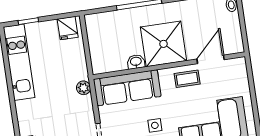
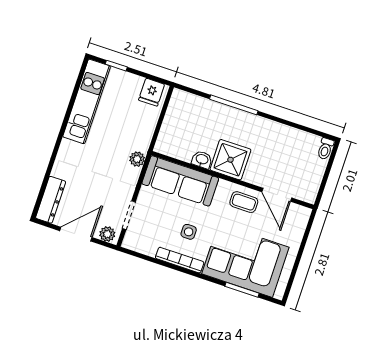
shower: (163, 44) -> (230, 160), width x0.73, depth x0.73
door: (211, 59) -> (277, 195), swing flipped

